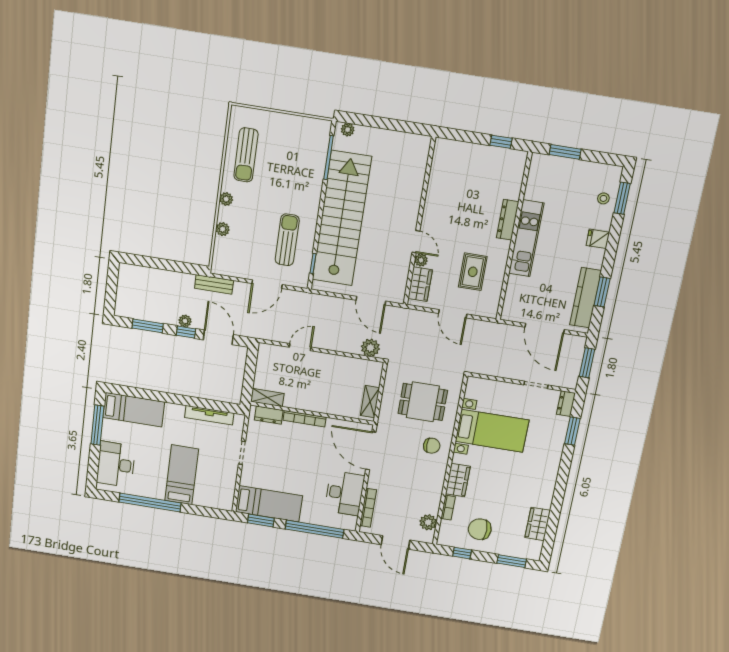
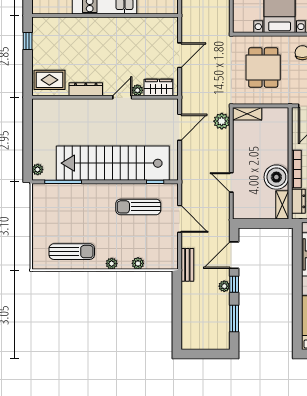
dresser: (508, 220) -> (86, 89), moved, turned 180
rug: (473, 272) -> (49, 80), moved
boiler: (299, 396) -> (276, 177), added
shelving: (370, 402) -> (247, 114), moved

